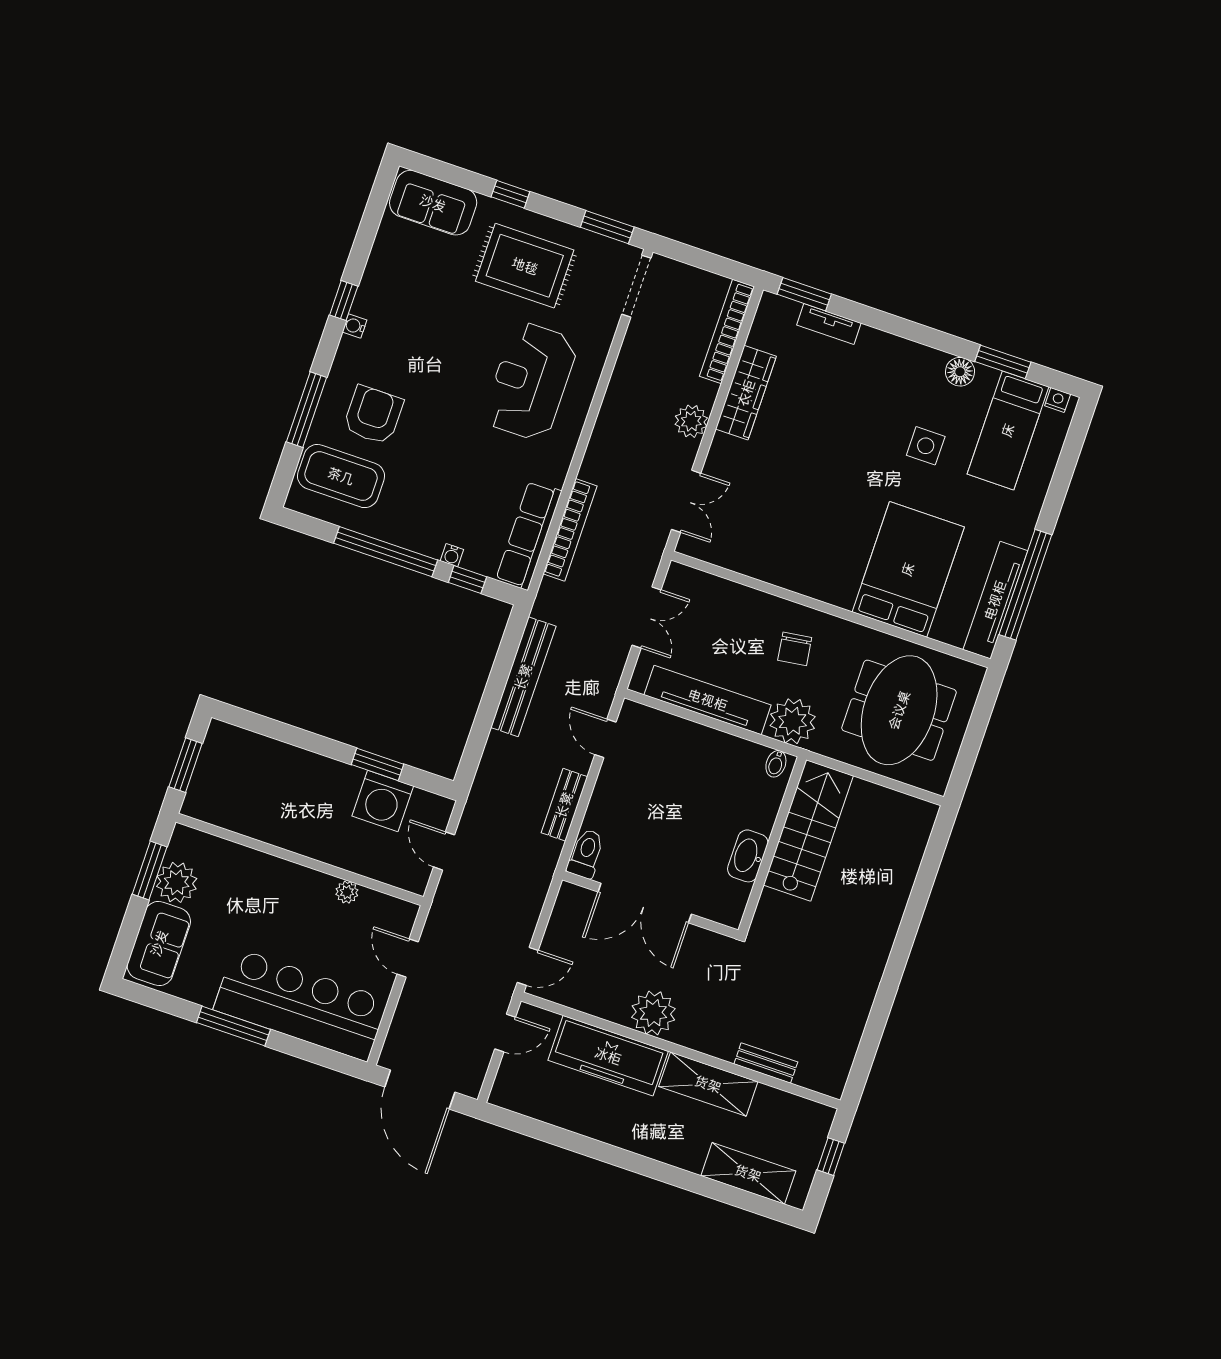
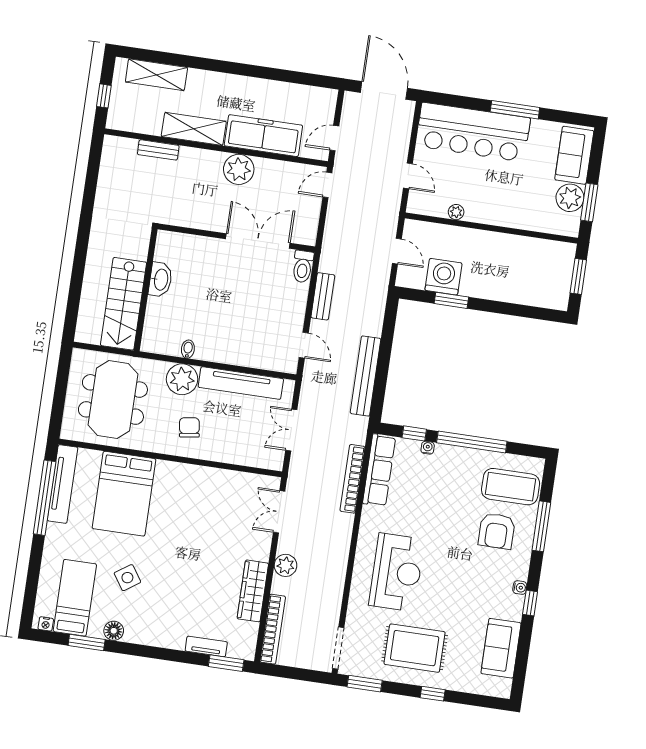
sofa: (433, 203) -> (501, 648), moved, turned -90
side table: (926, 446) -> (127, 578), turned -34
stairs: (808, 830) -> (123, 304), moved
wall: (772, 845) -> (146, 290), moved
washbasin: (748, 856) -> (160, 280), moved

